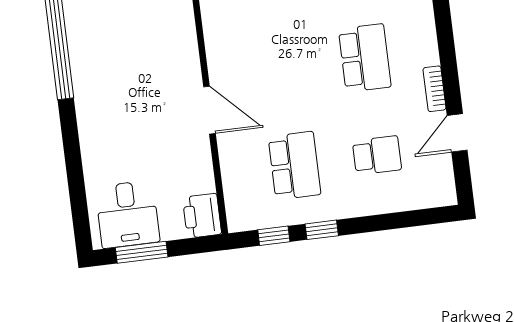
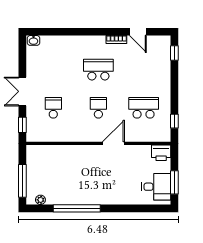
school desk: (377, 155) -> (98, 108), moved
window: (322, 230) -> (174, 53), moved

